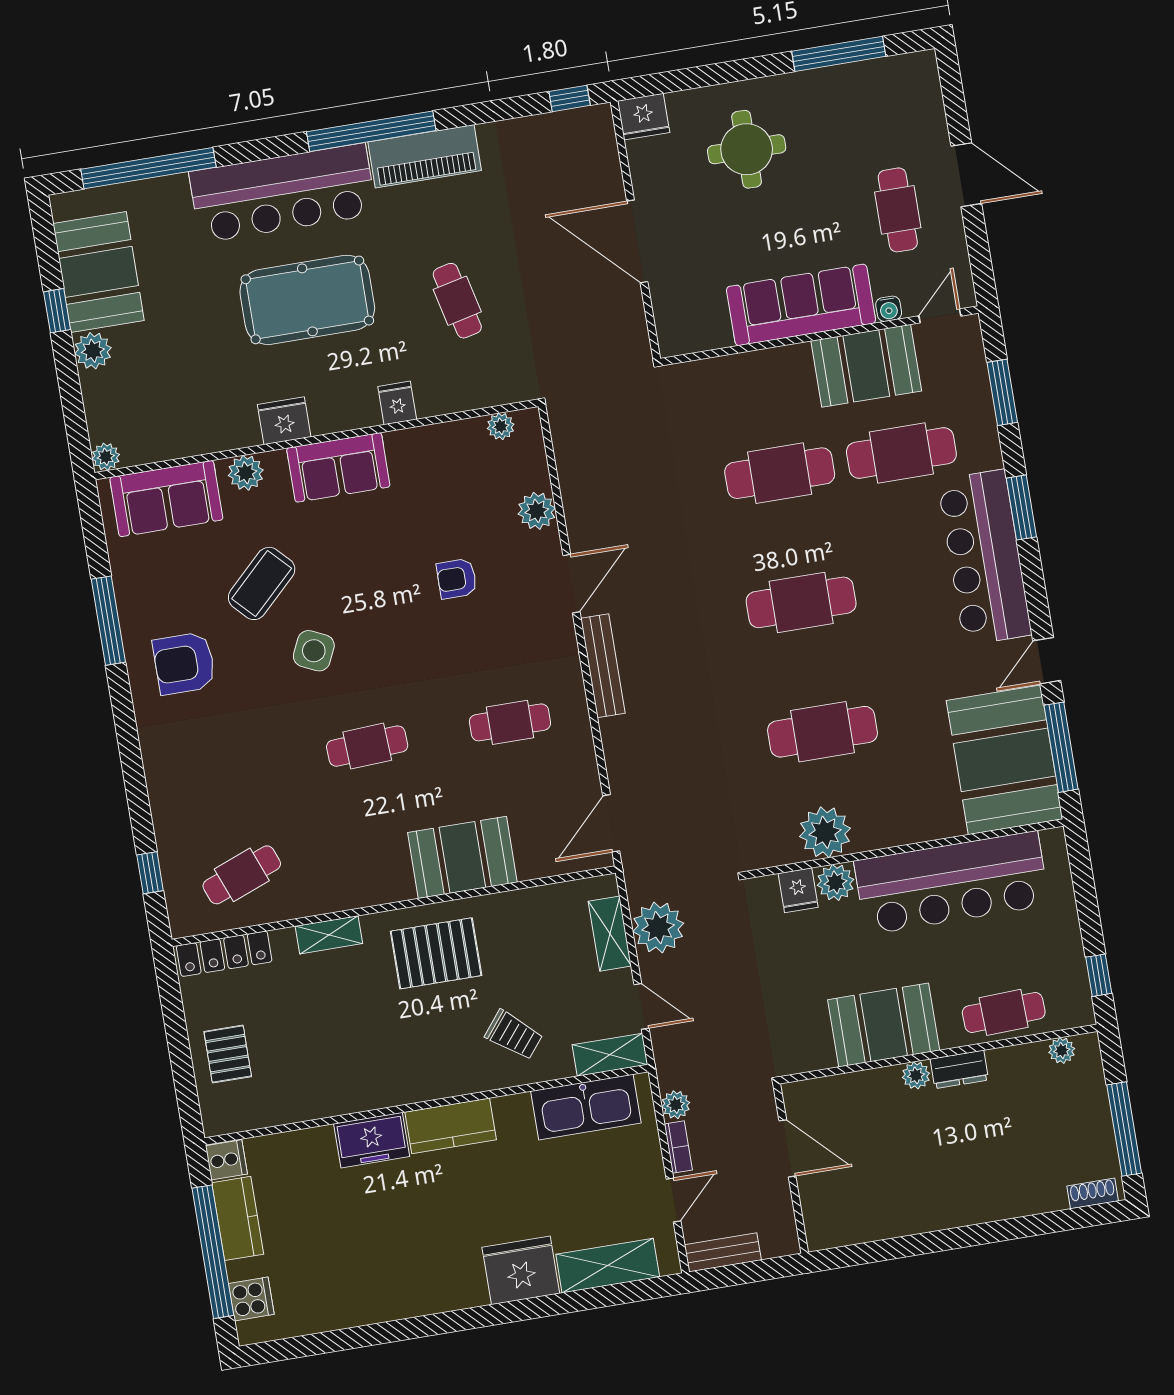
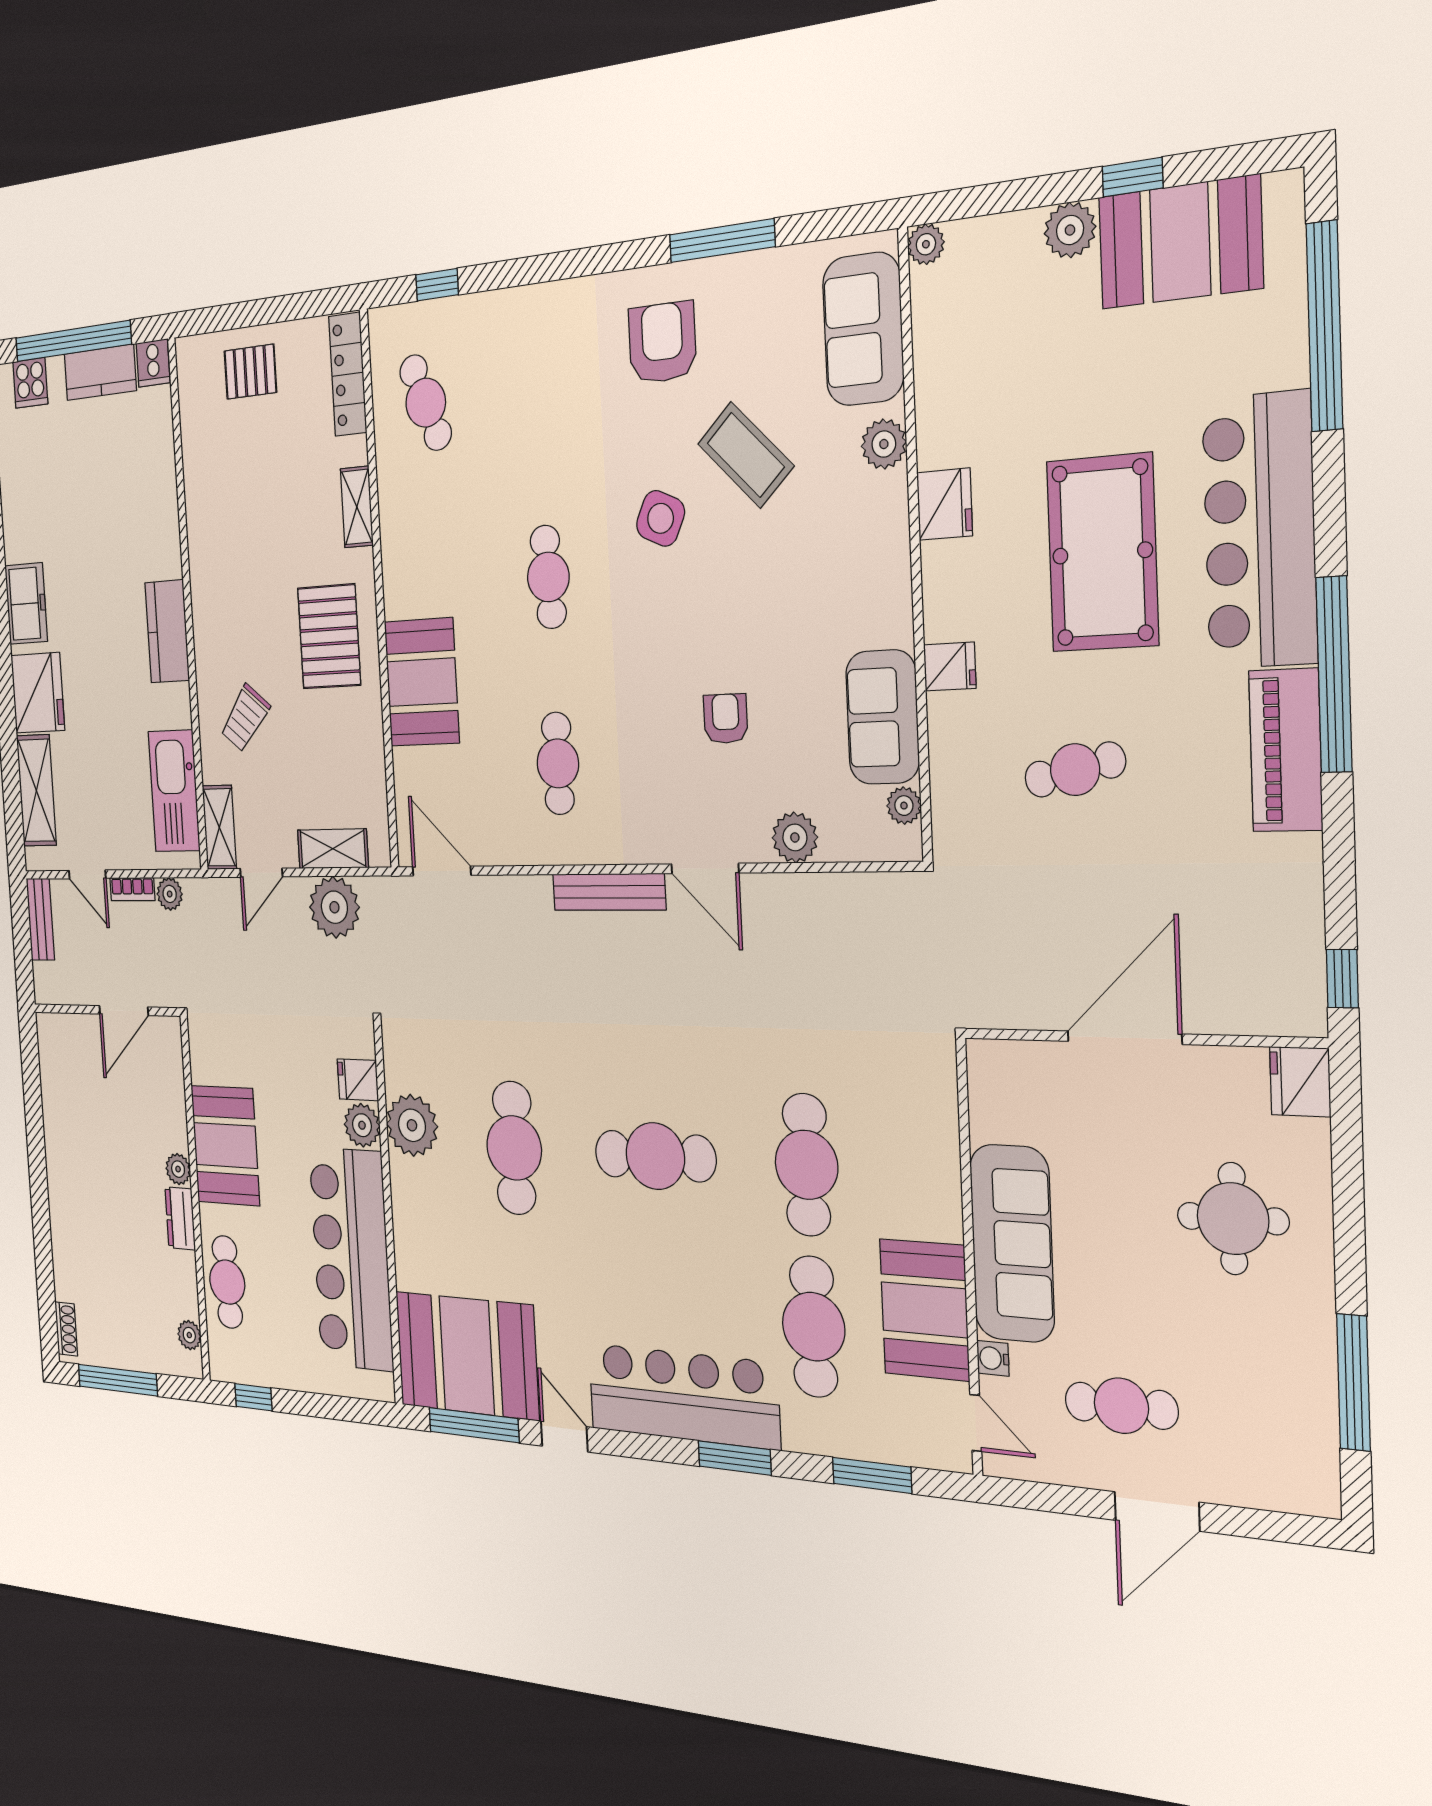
sofa: (338, 467) -> (883, 717), moved
cafe table: (801, 602) -> (655, 1156), turned 90
freezer: (372, 1140) -> (26, 604), moved, turned 180

